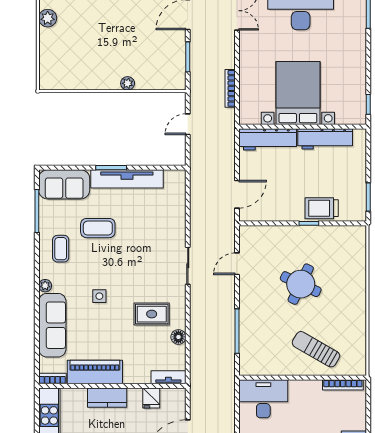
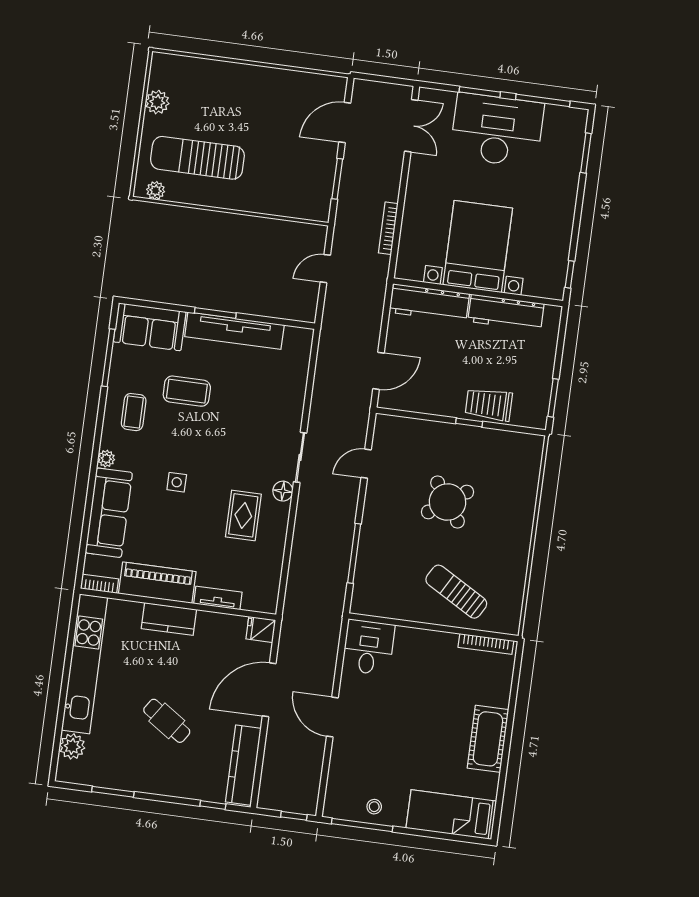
sun lounger: (83, 55) -> (197, 158), added
plant: (128, 83) -> (156, 190), moved
round table: (301, 284) -> (448, 502), turned 30
rug: (152, 314) -> (243, 515), turned 90
floor lamp: (178, 337) -> (283, 491), moved
tv unit: (168, 377) -> (218, 598), moved
fridge: (151, 398) -> (261, 630), moved, turned 90
desk: (263, 399) -> (368, 647), width x0.73

